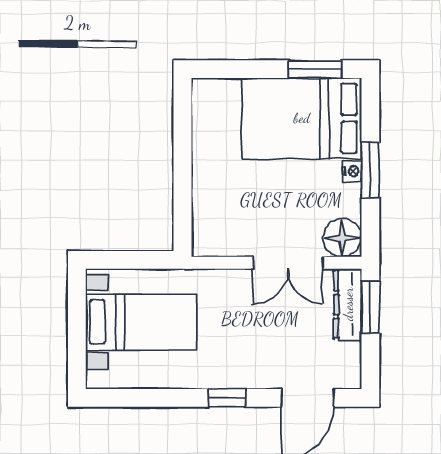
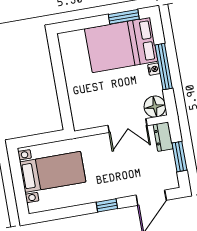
window: (370, 170) -> (164, 67), width x1.44
dresser: (348, 304) -> (163, 137), width x0.70
window: (370, 307) -> (179, 157), moved

